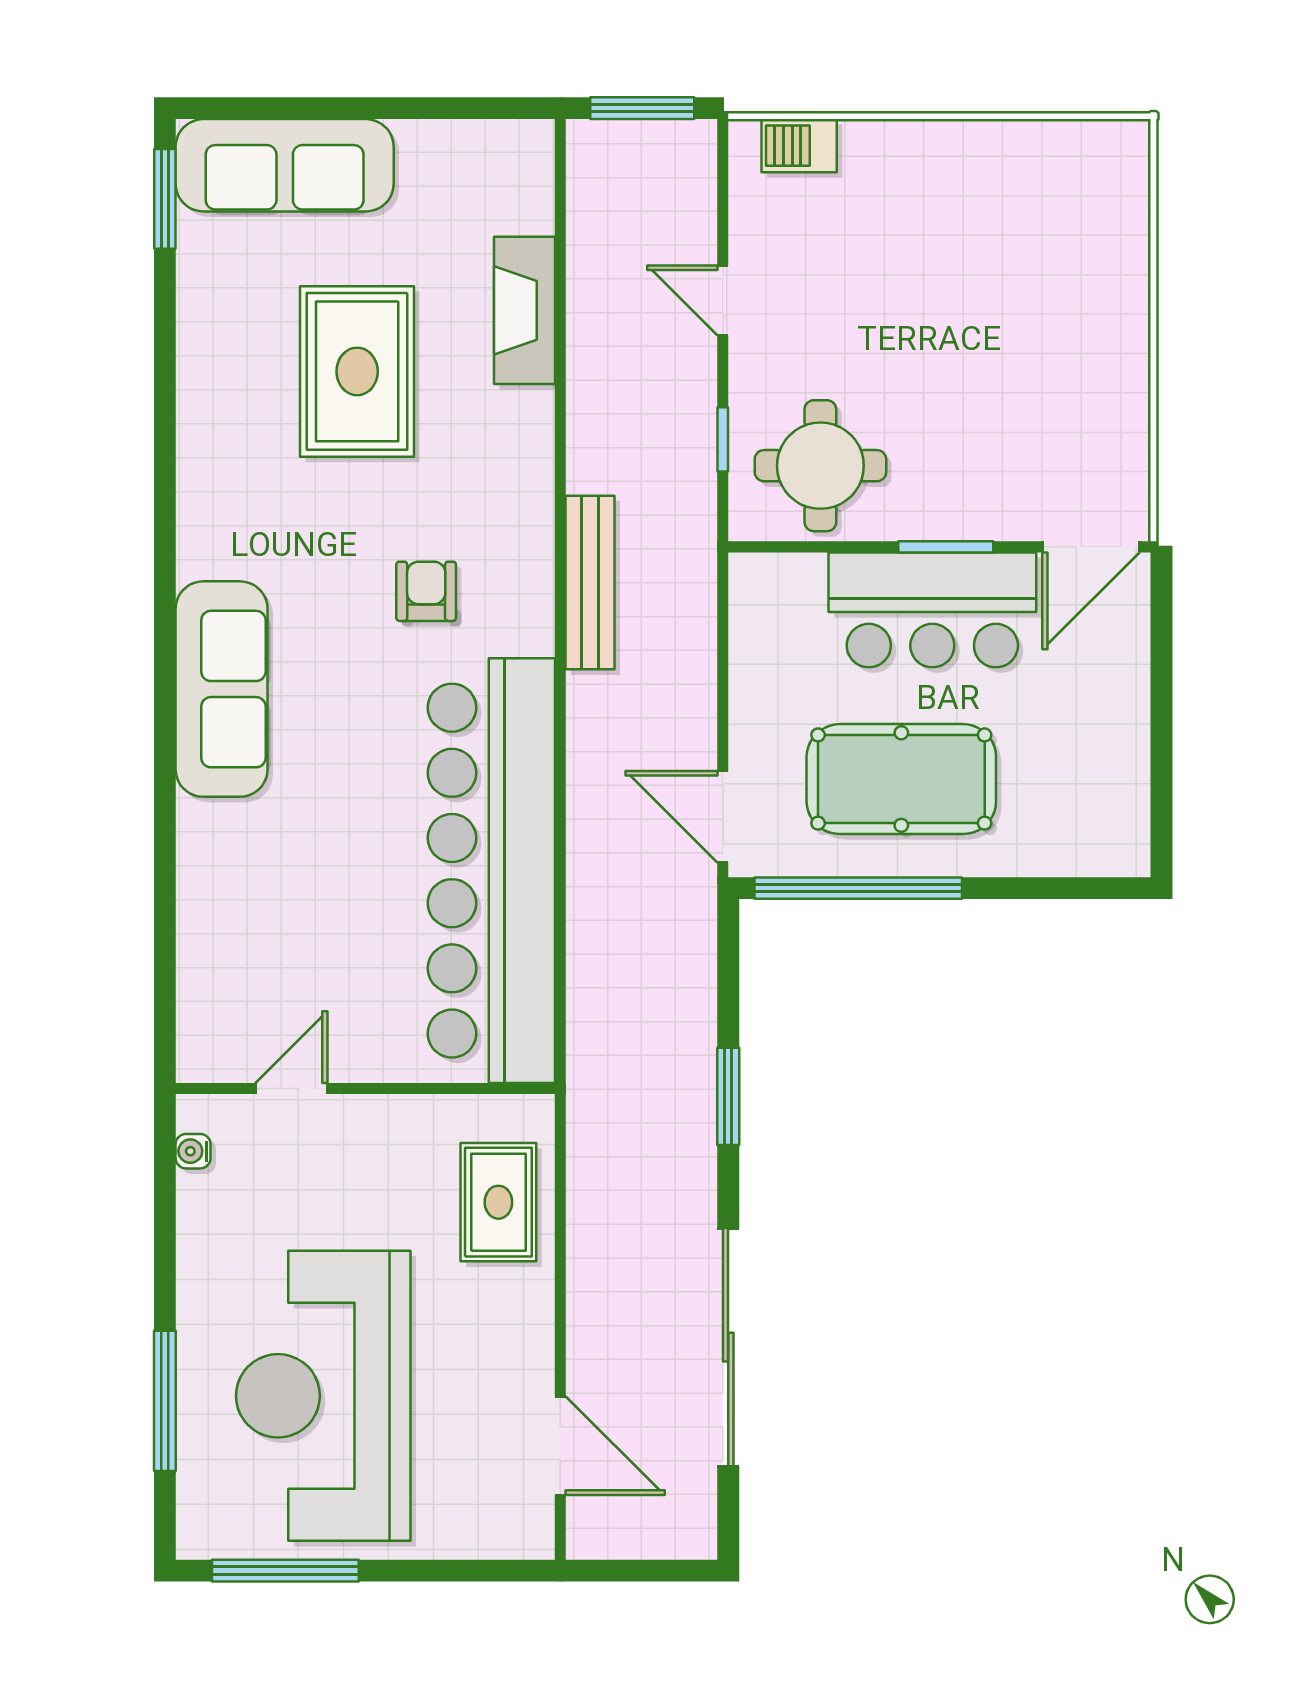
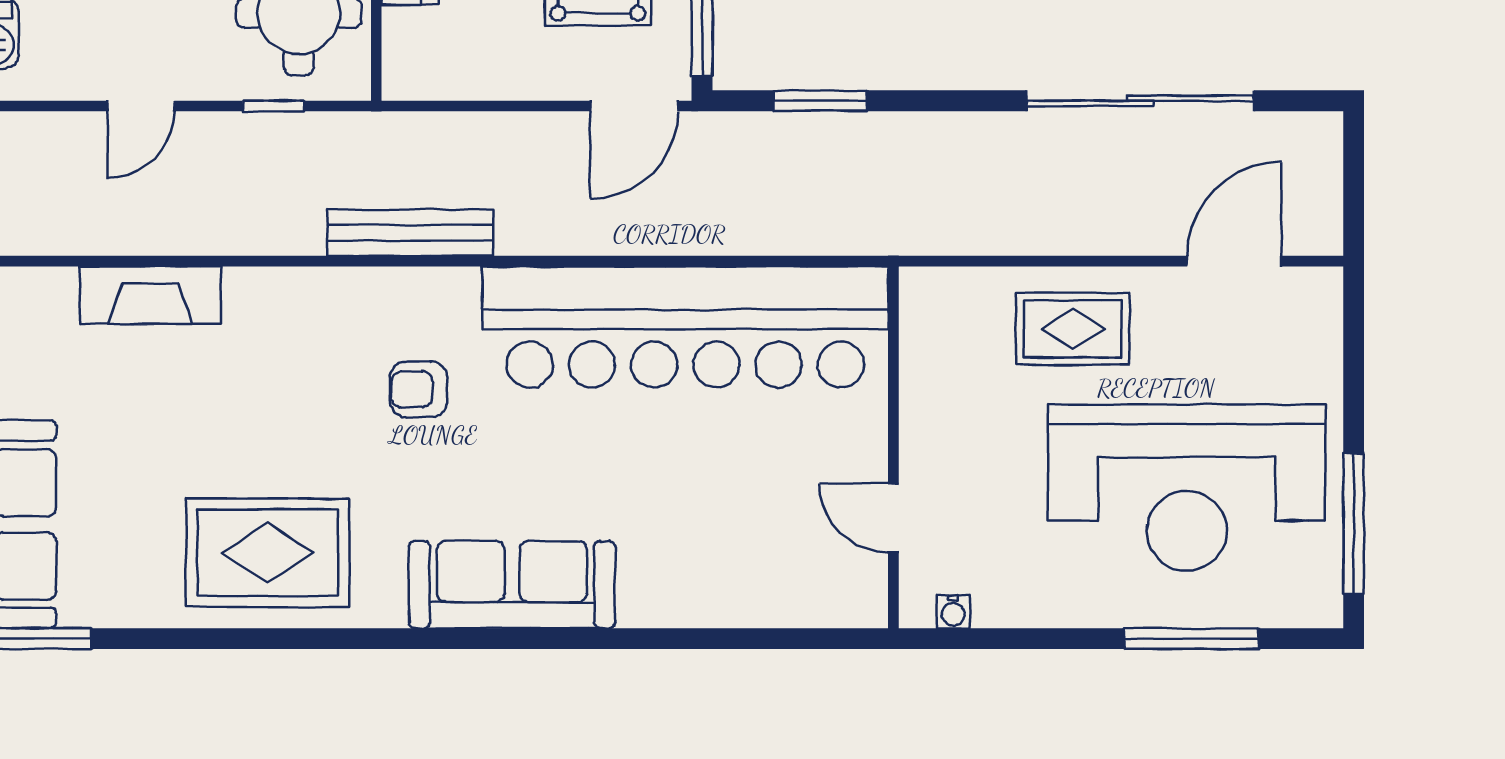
rug: (357, 371) -> (268, 553), moved
window: (728, 1096) -> (820, 101), moved
rug: (498, 1202) -> (1073, 329), moved

